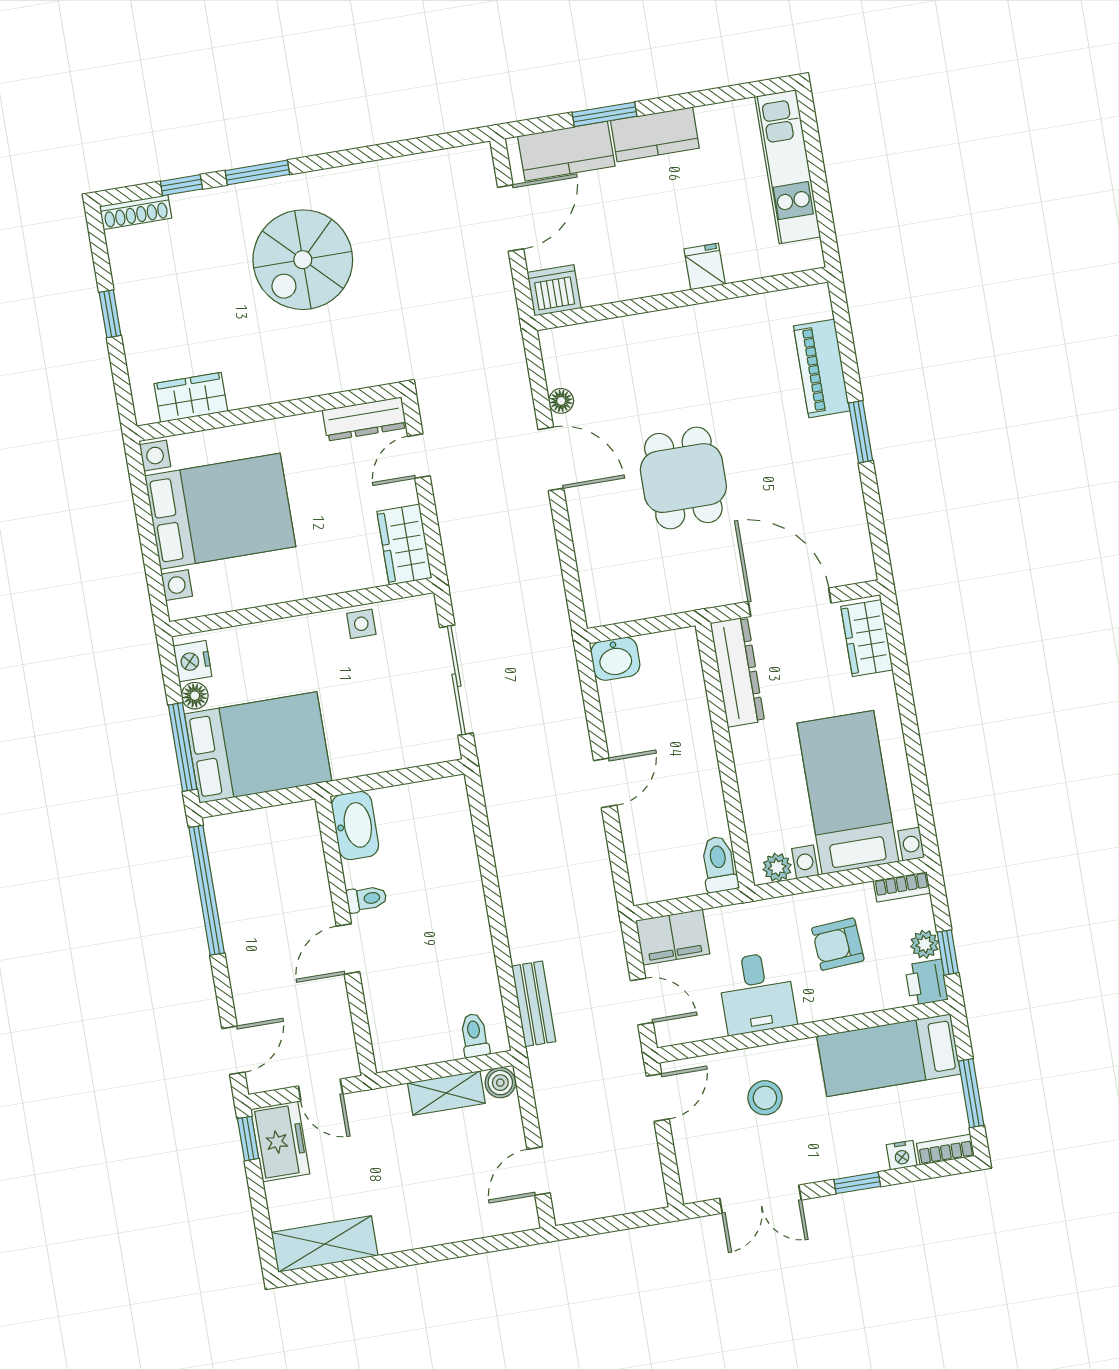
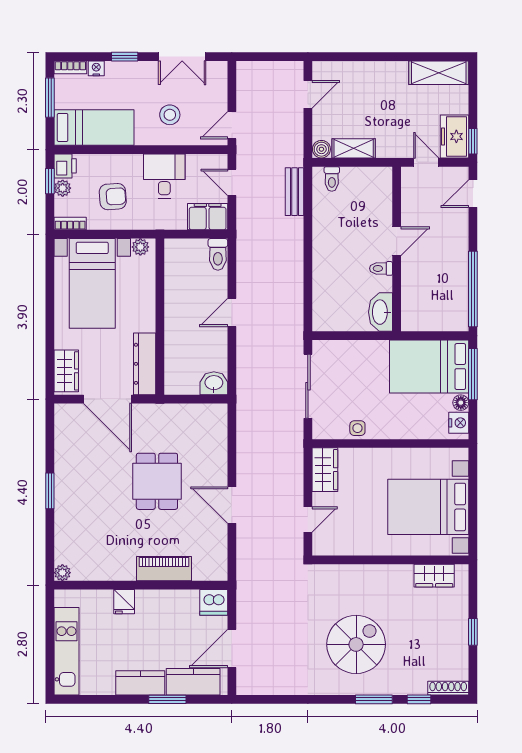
plant: (817, 298) -> (62, 573), added
piano: (822, 368) -> (164, 569), moved, turned -90
floor lamp: (561, 401) -> (220, 538), removed
dresser: (365, 419) -> (336, 546), removed
toilet: (719, 864) -> (218, 254), moved
double door: (760, 1199) -> (182, 57), swing flipped

